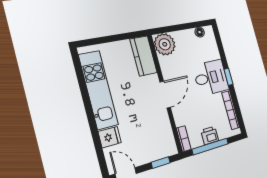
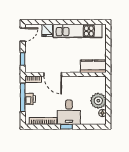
plant: (165, 44) -> (98, 101), moved
door: (165, 95) -> (53, 74), moved

